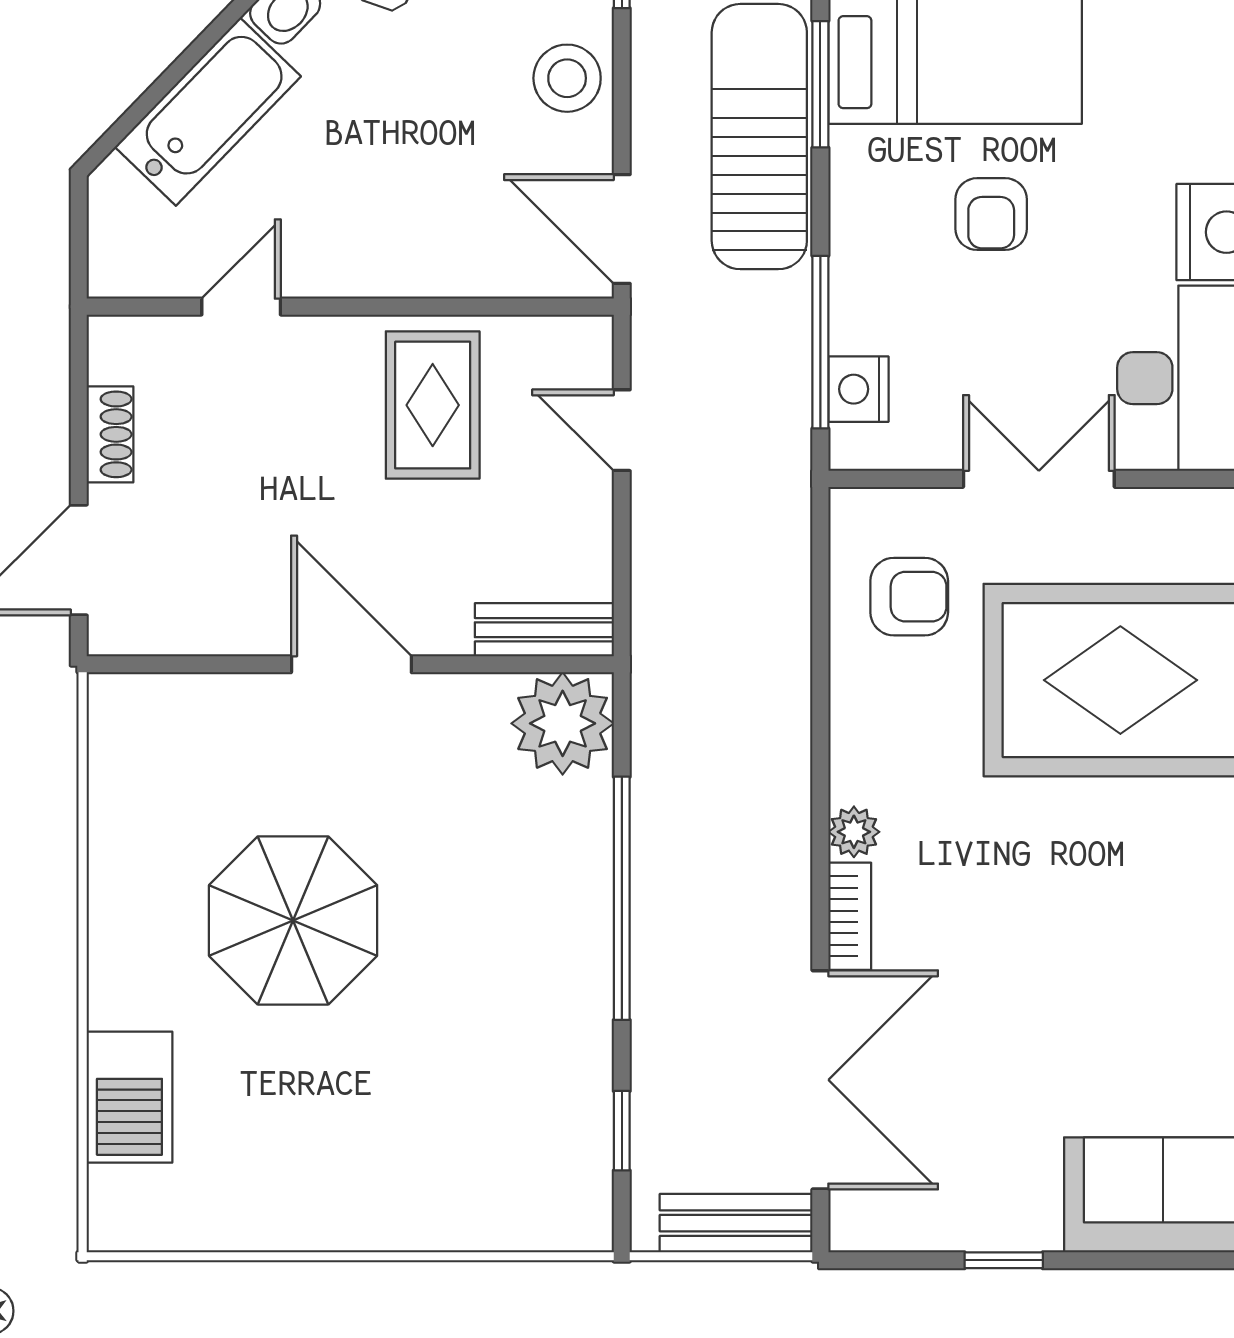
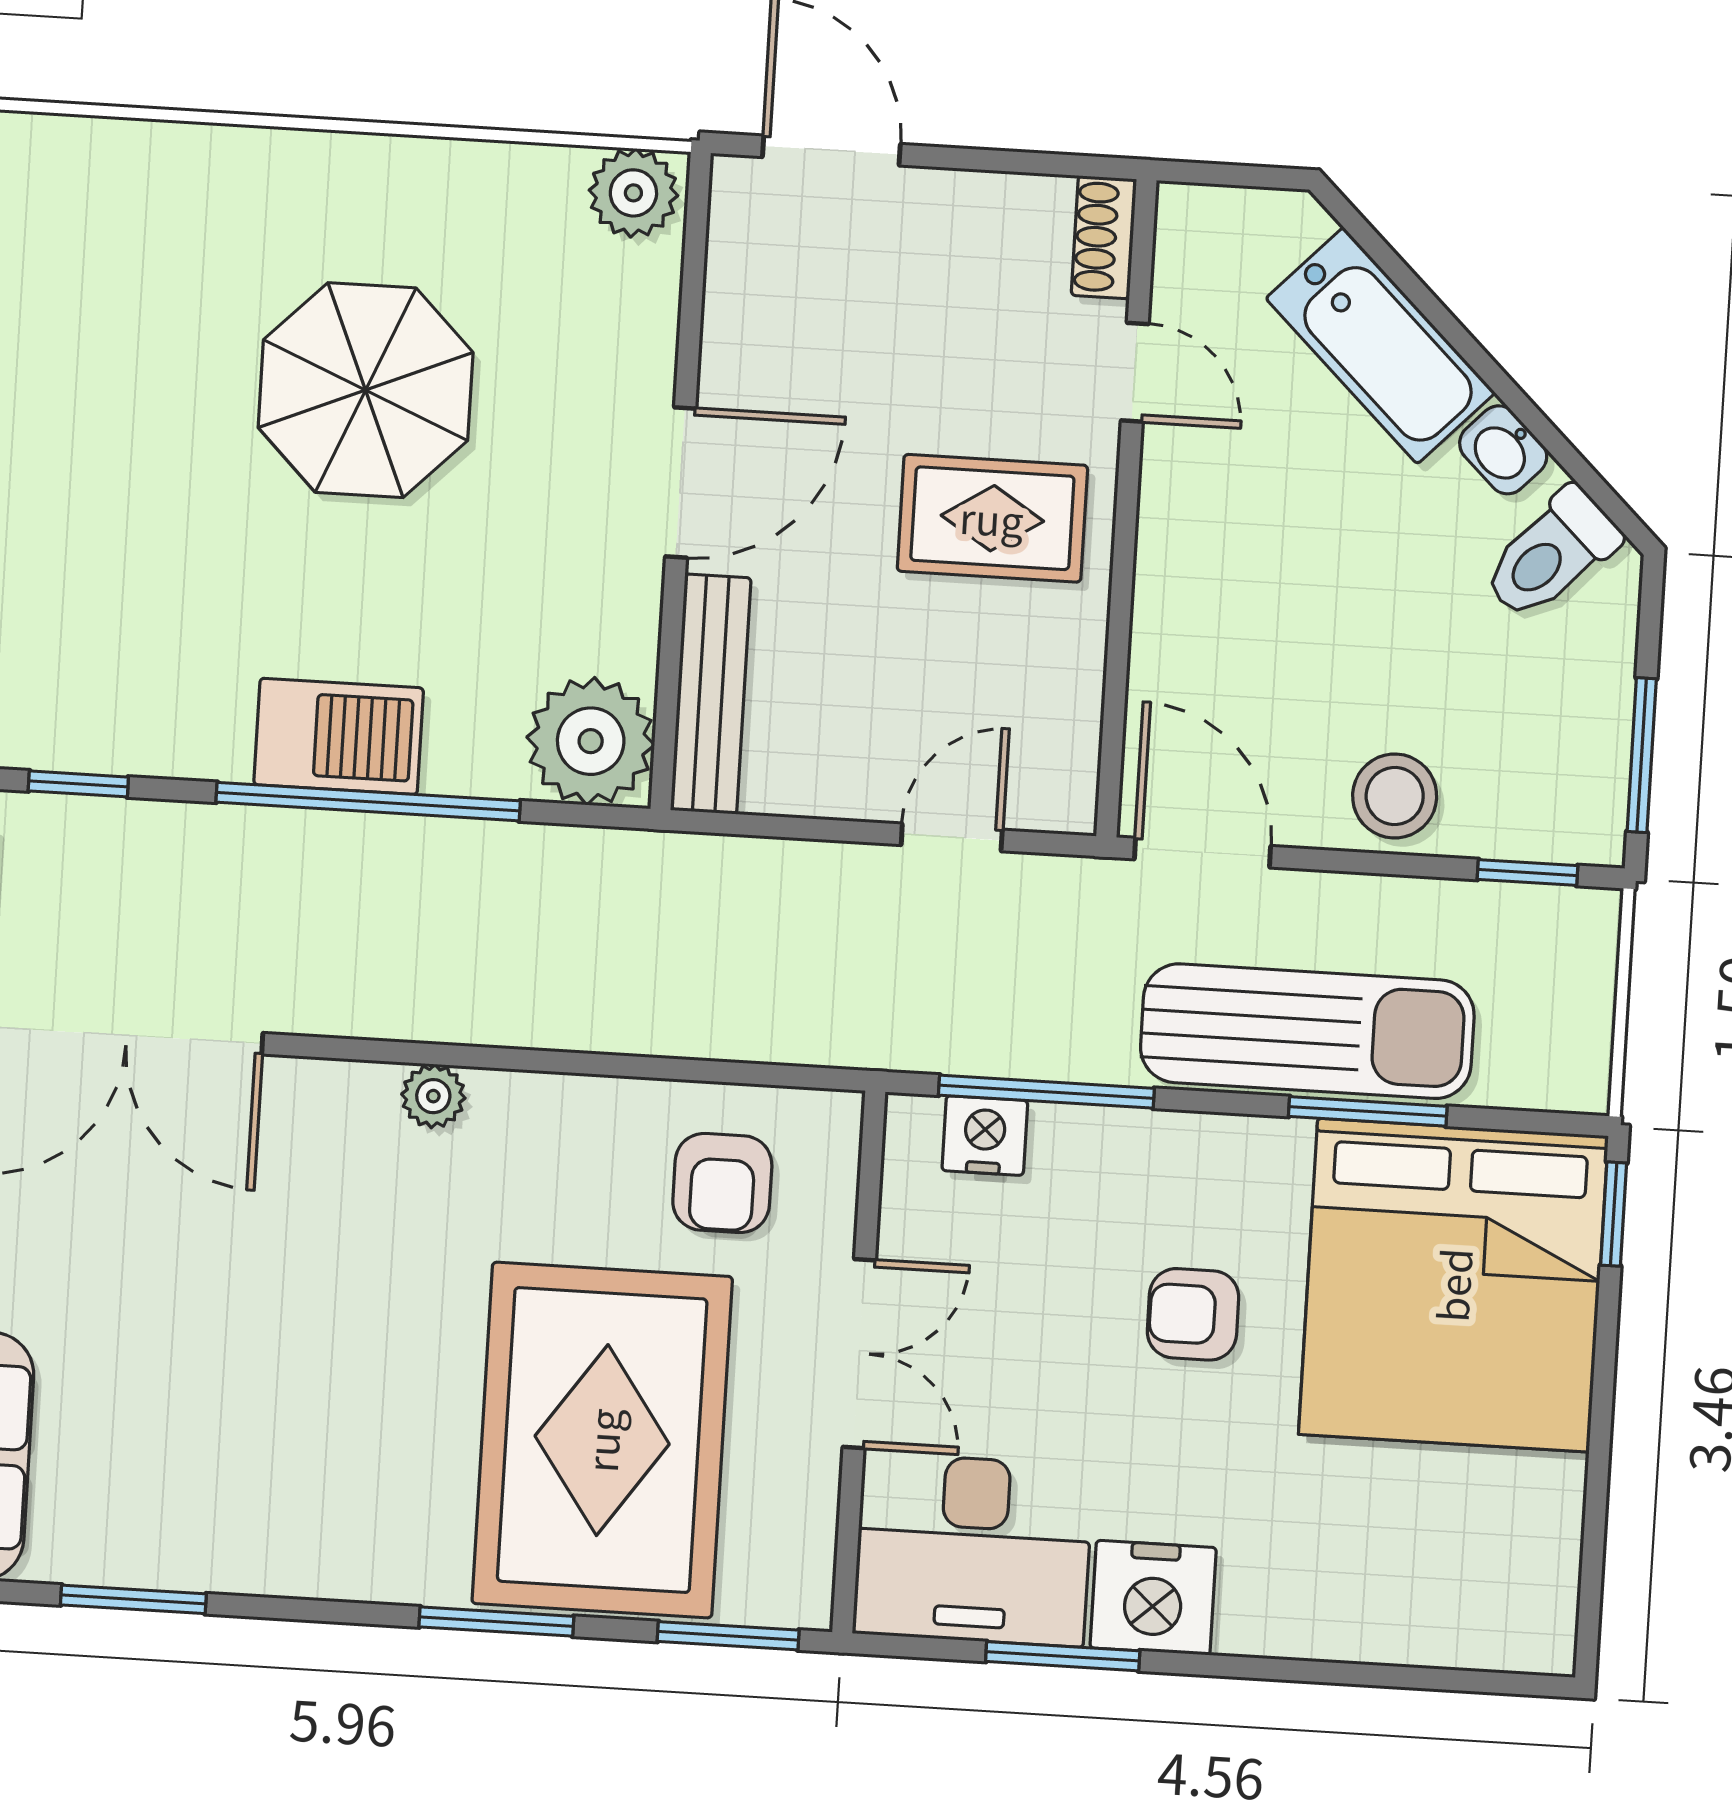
door: (622, 229) -> (1203, 853), hinge flipped
rug: (433, 405) -> (992, 518), moved
shoe rack: (110, 434) -> (1104, 237), moved, turned 90
bench: (544, 630) -> (711, 694), width x1.36
plant: (122, 716) -> (633, 193), added
bookcase: (850, 916) -> (328, 1085), removed
barbecue: (129, 1097) -> (339, 736), moved, turned 180

